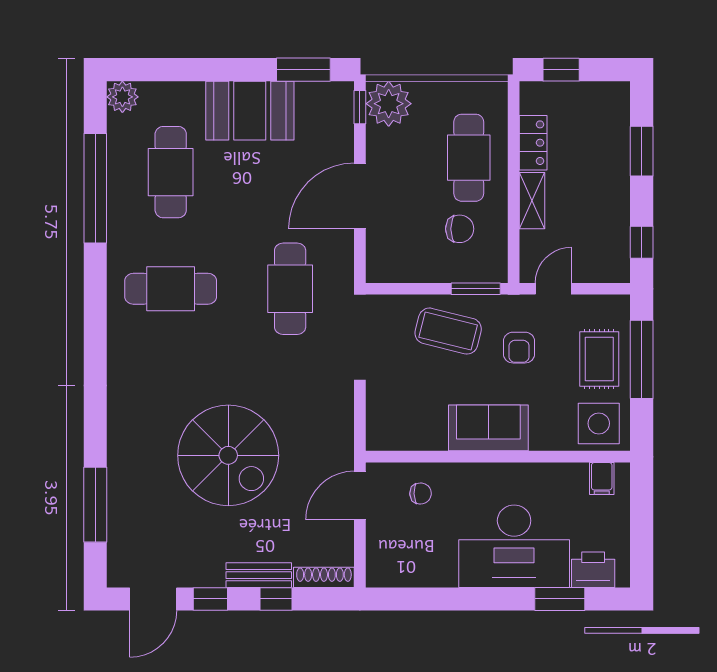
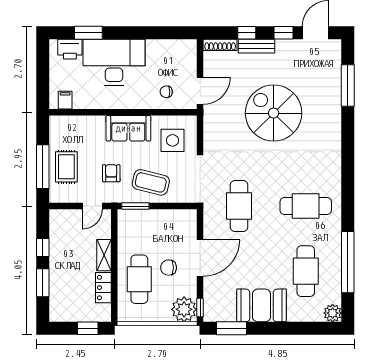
chair: (460, 229) -> (169, 268), moved
window: (642, 242) -> (43, 247), moved
side table: (599, 423) -> (172, 140), moved

